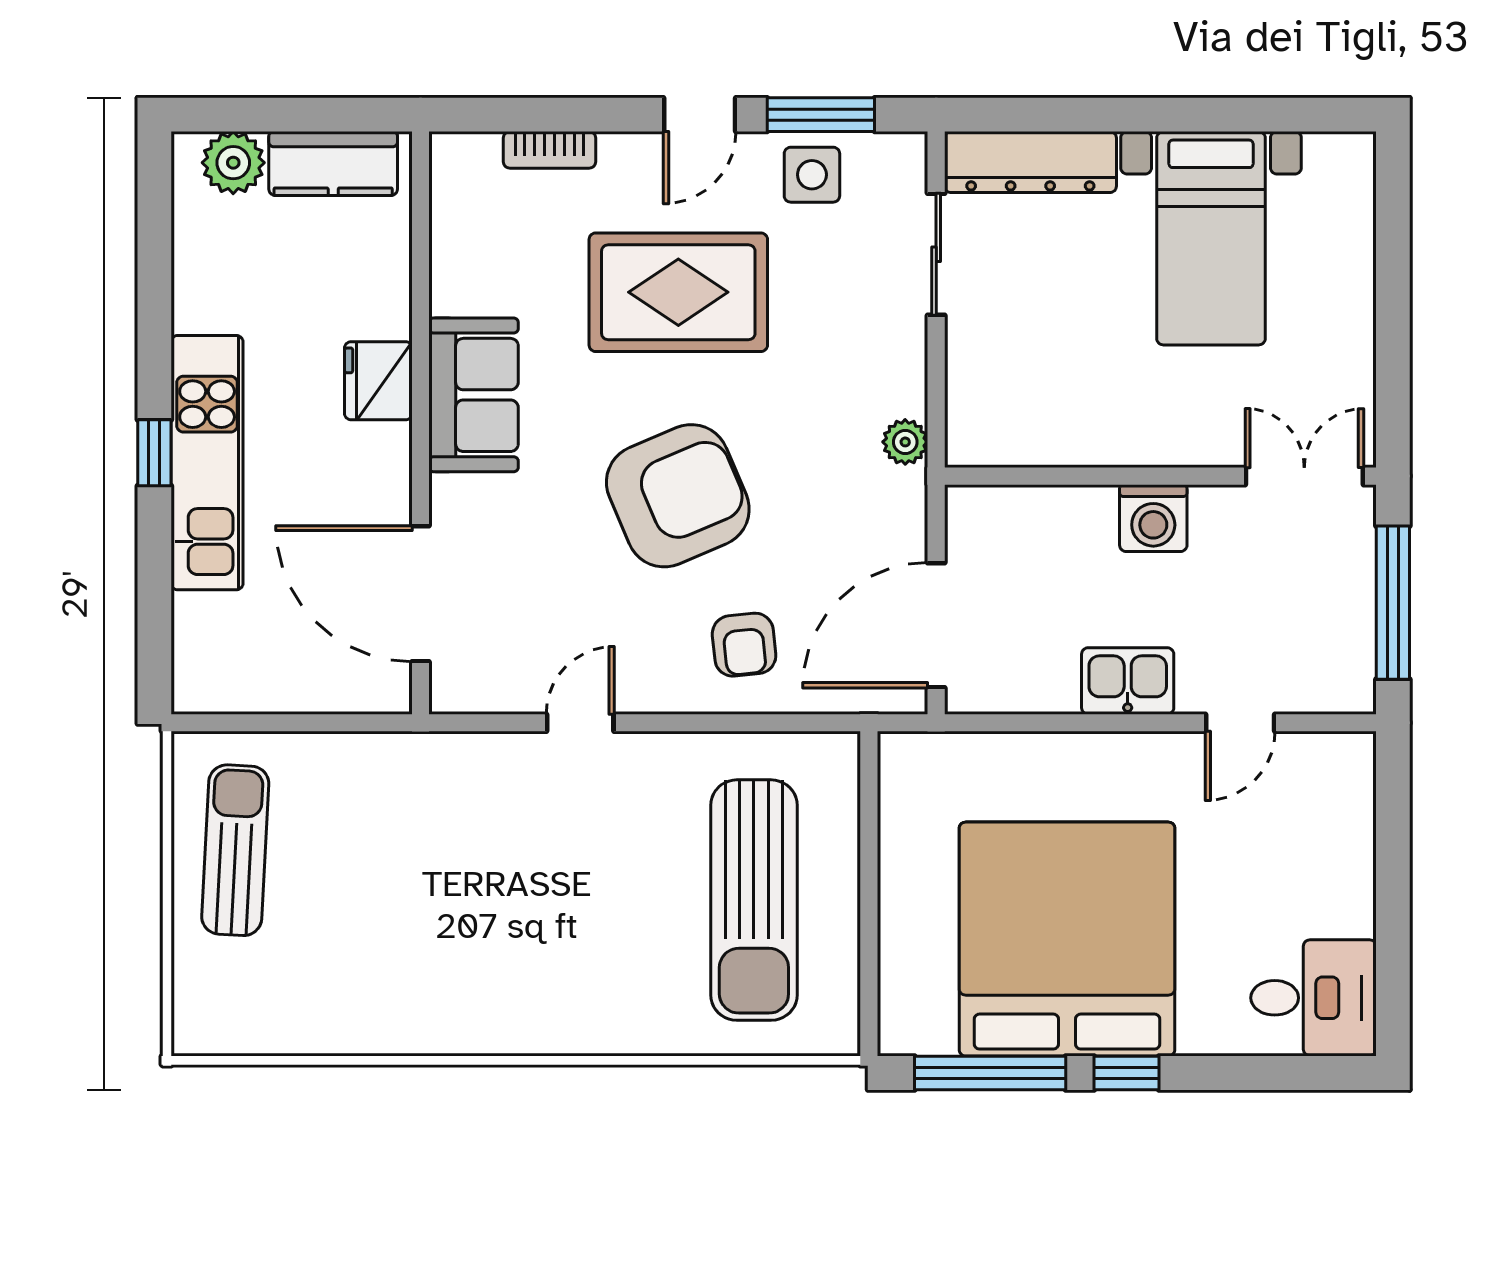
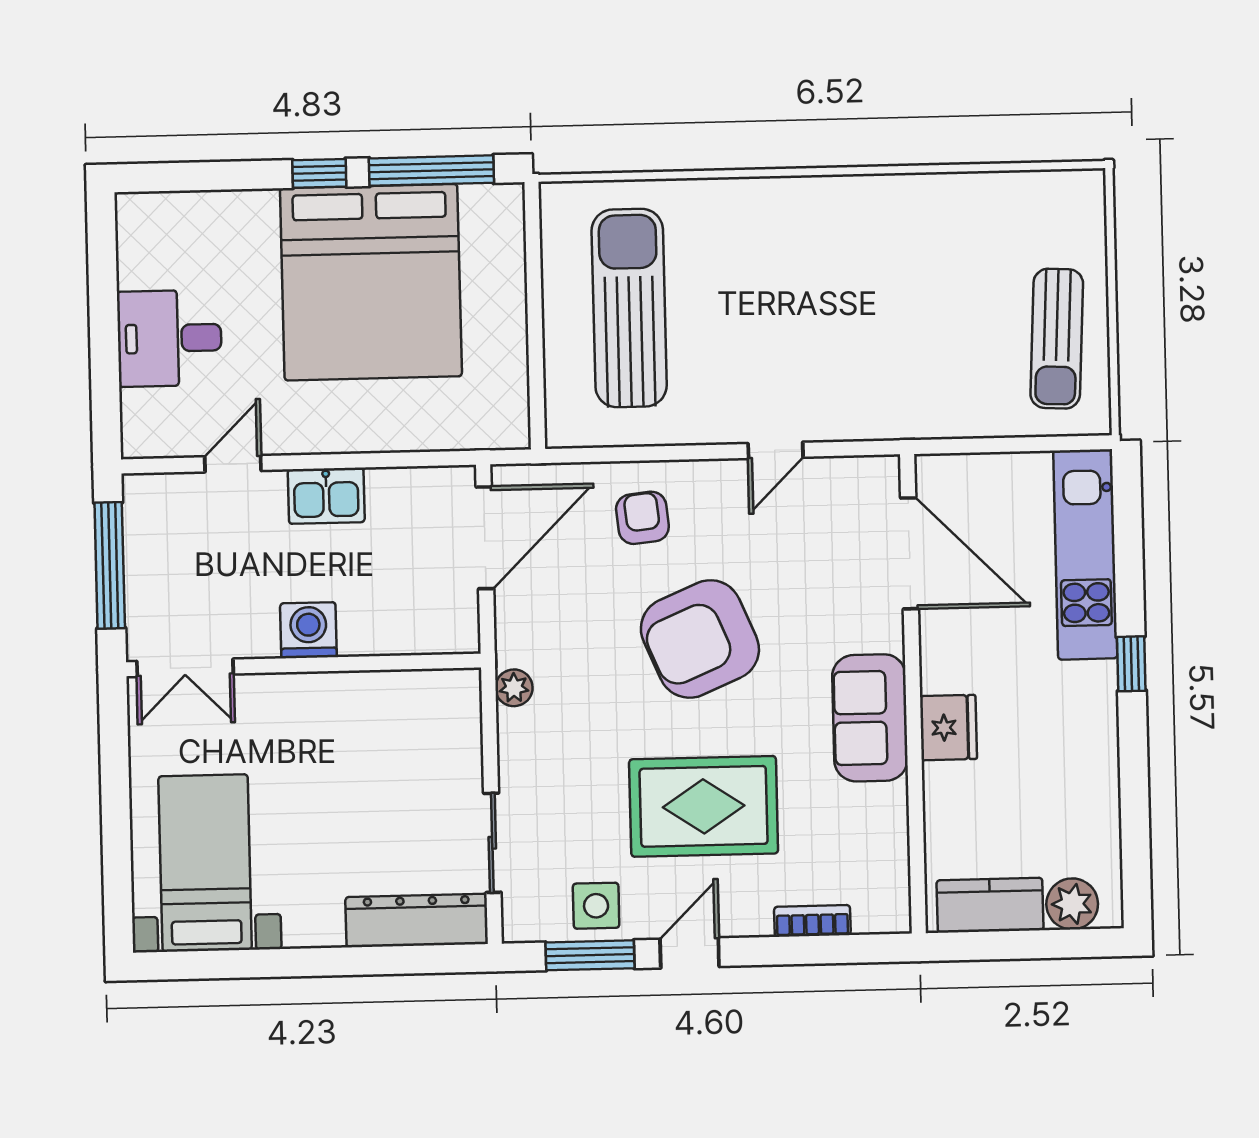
bed with nightstands: (1211, 238) -> (205, 863), moved
kitchen unit: (207, 463) -> (1085, 554), moved
desk: (1313, 998) -> (169, 338), moved

